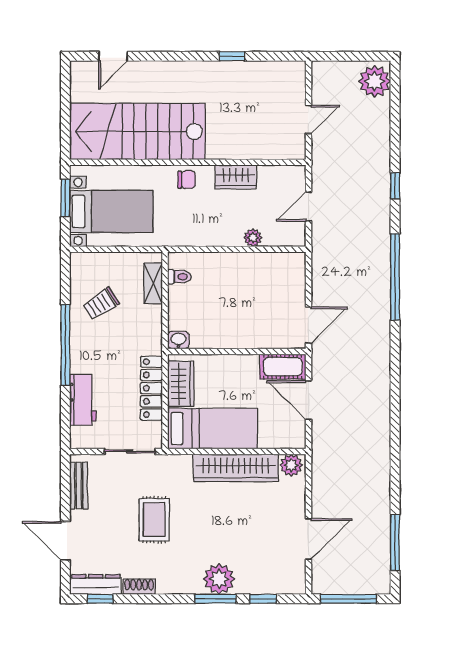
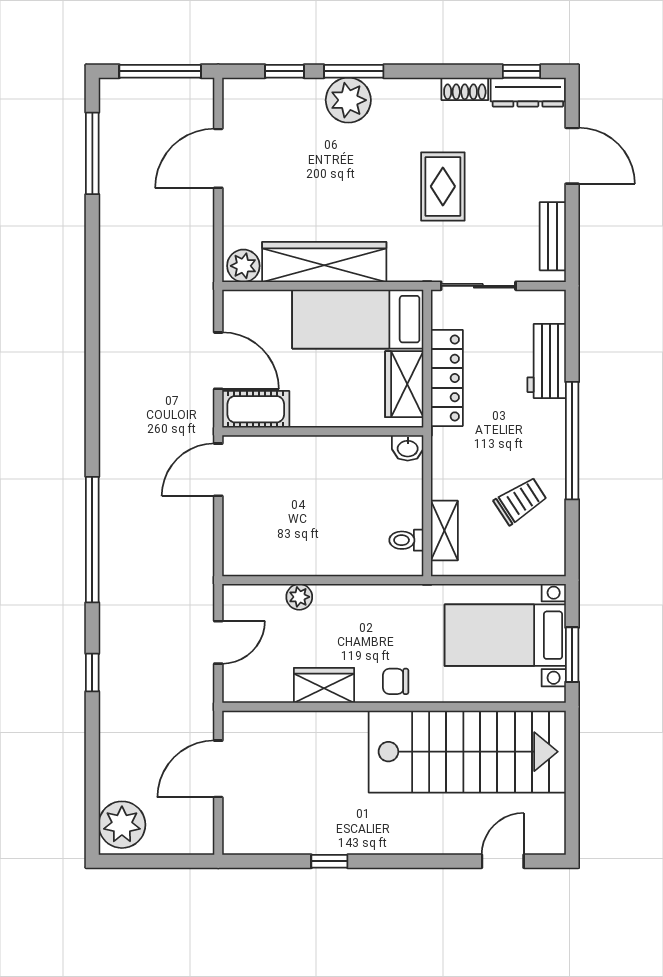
door: (308, 120) -> (218, 769), width x1.38

